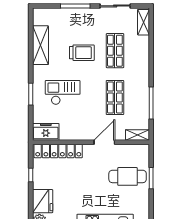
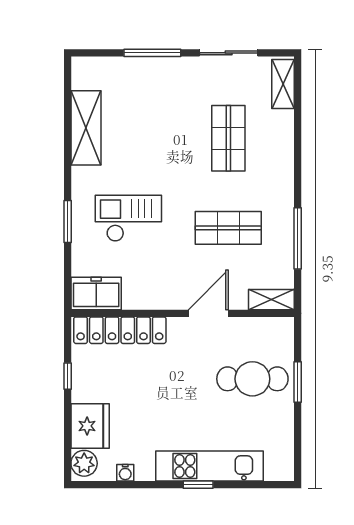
trolley: (82, 53) -> (165, 142), removed
shop shelf: (115, 97) -> (228, 228), turned 90

